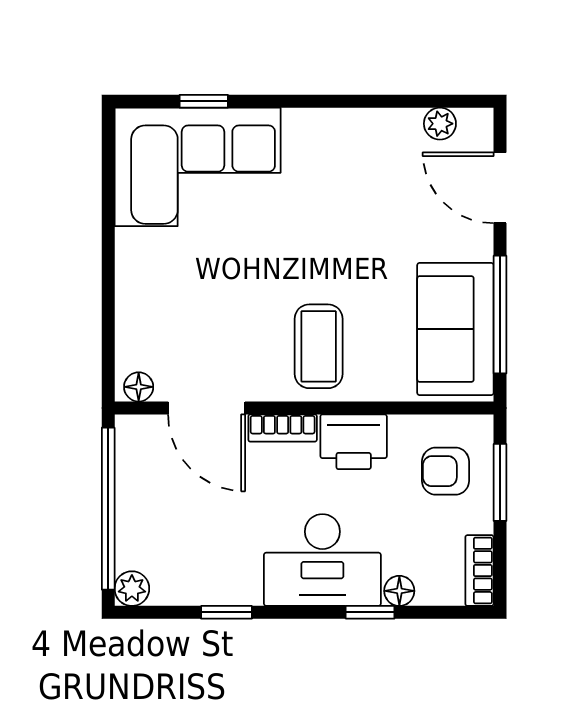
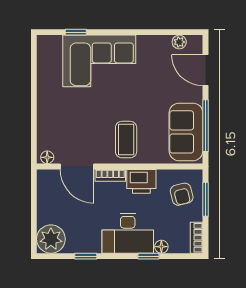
corner sofa: (198, 167) -> (99, 61), moved
armchair: (446, 471) -> (182, 194), turned -104
window: (108, 509) -> (34, 211), removed
plant: (132, 589) -> (51, 239), width x1.88, depth x1.88

